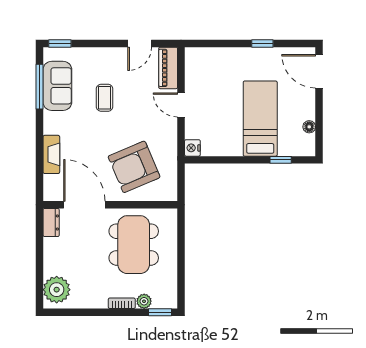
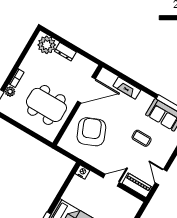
dresser: (51, 222) -> (65, 52), moved

